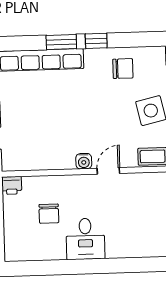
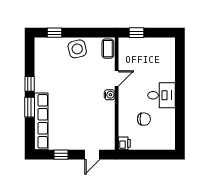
chair: (123, 69) -> (49, 67), removed
door: (108, 171) -> (117, 78), swing flipped

